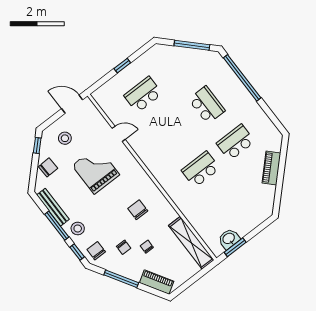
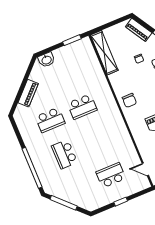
school desk: (143, 95) -> (111, 175), turned 180
door: (119, 134) -> (145, 169), moved
chair: (138, 210) -> (129, 100), moved
washbasin: (229, 239) -> (46, 60), moved

